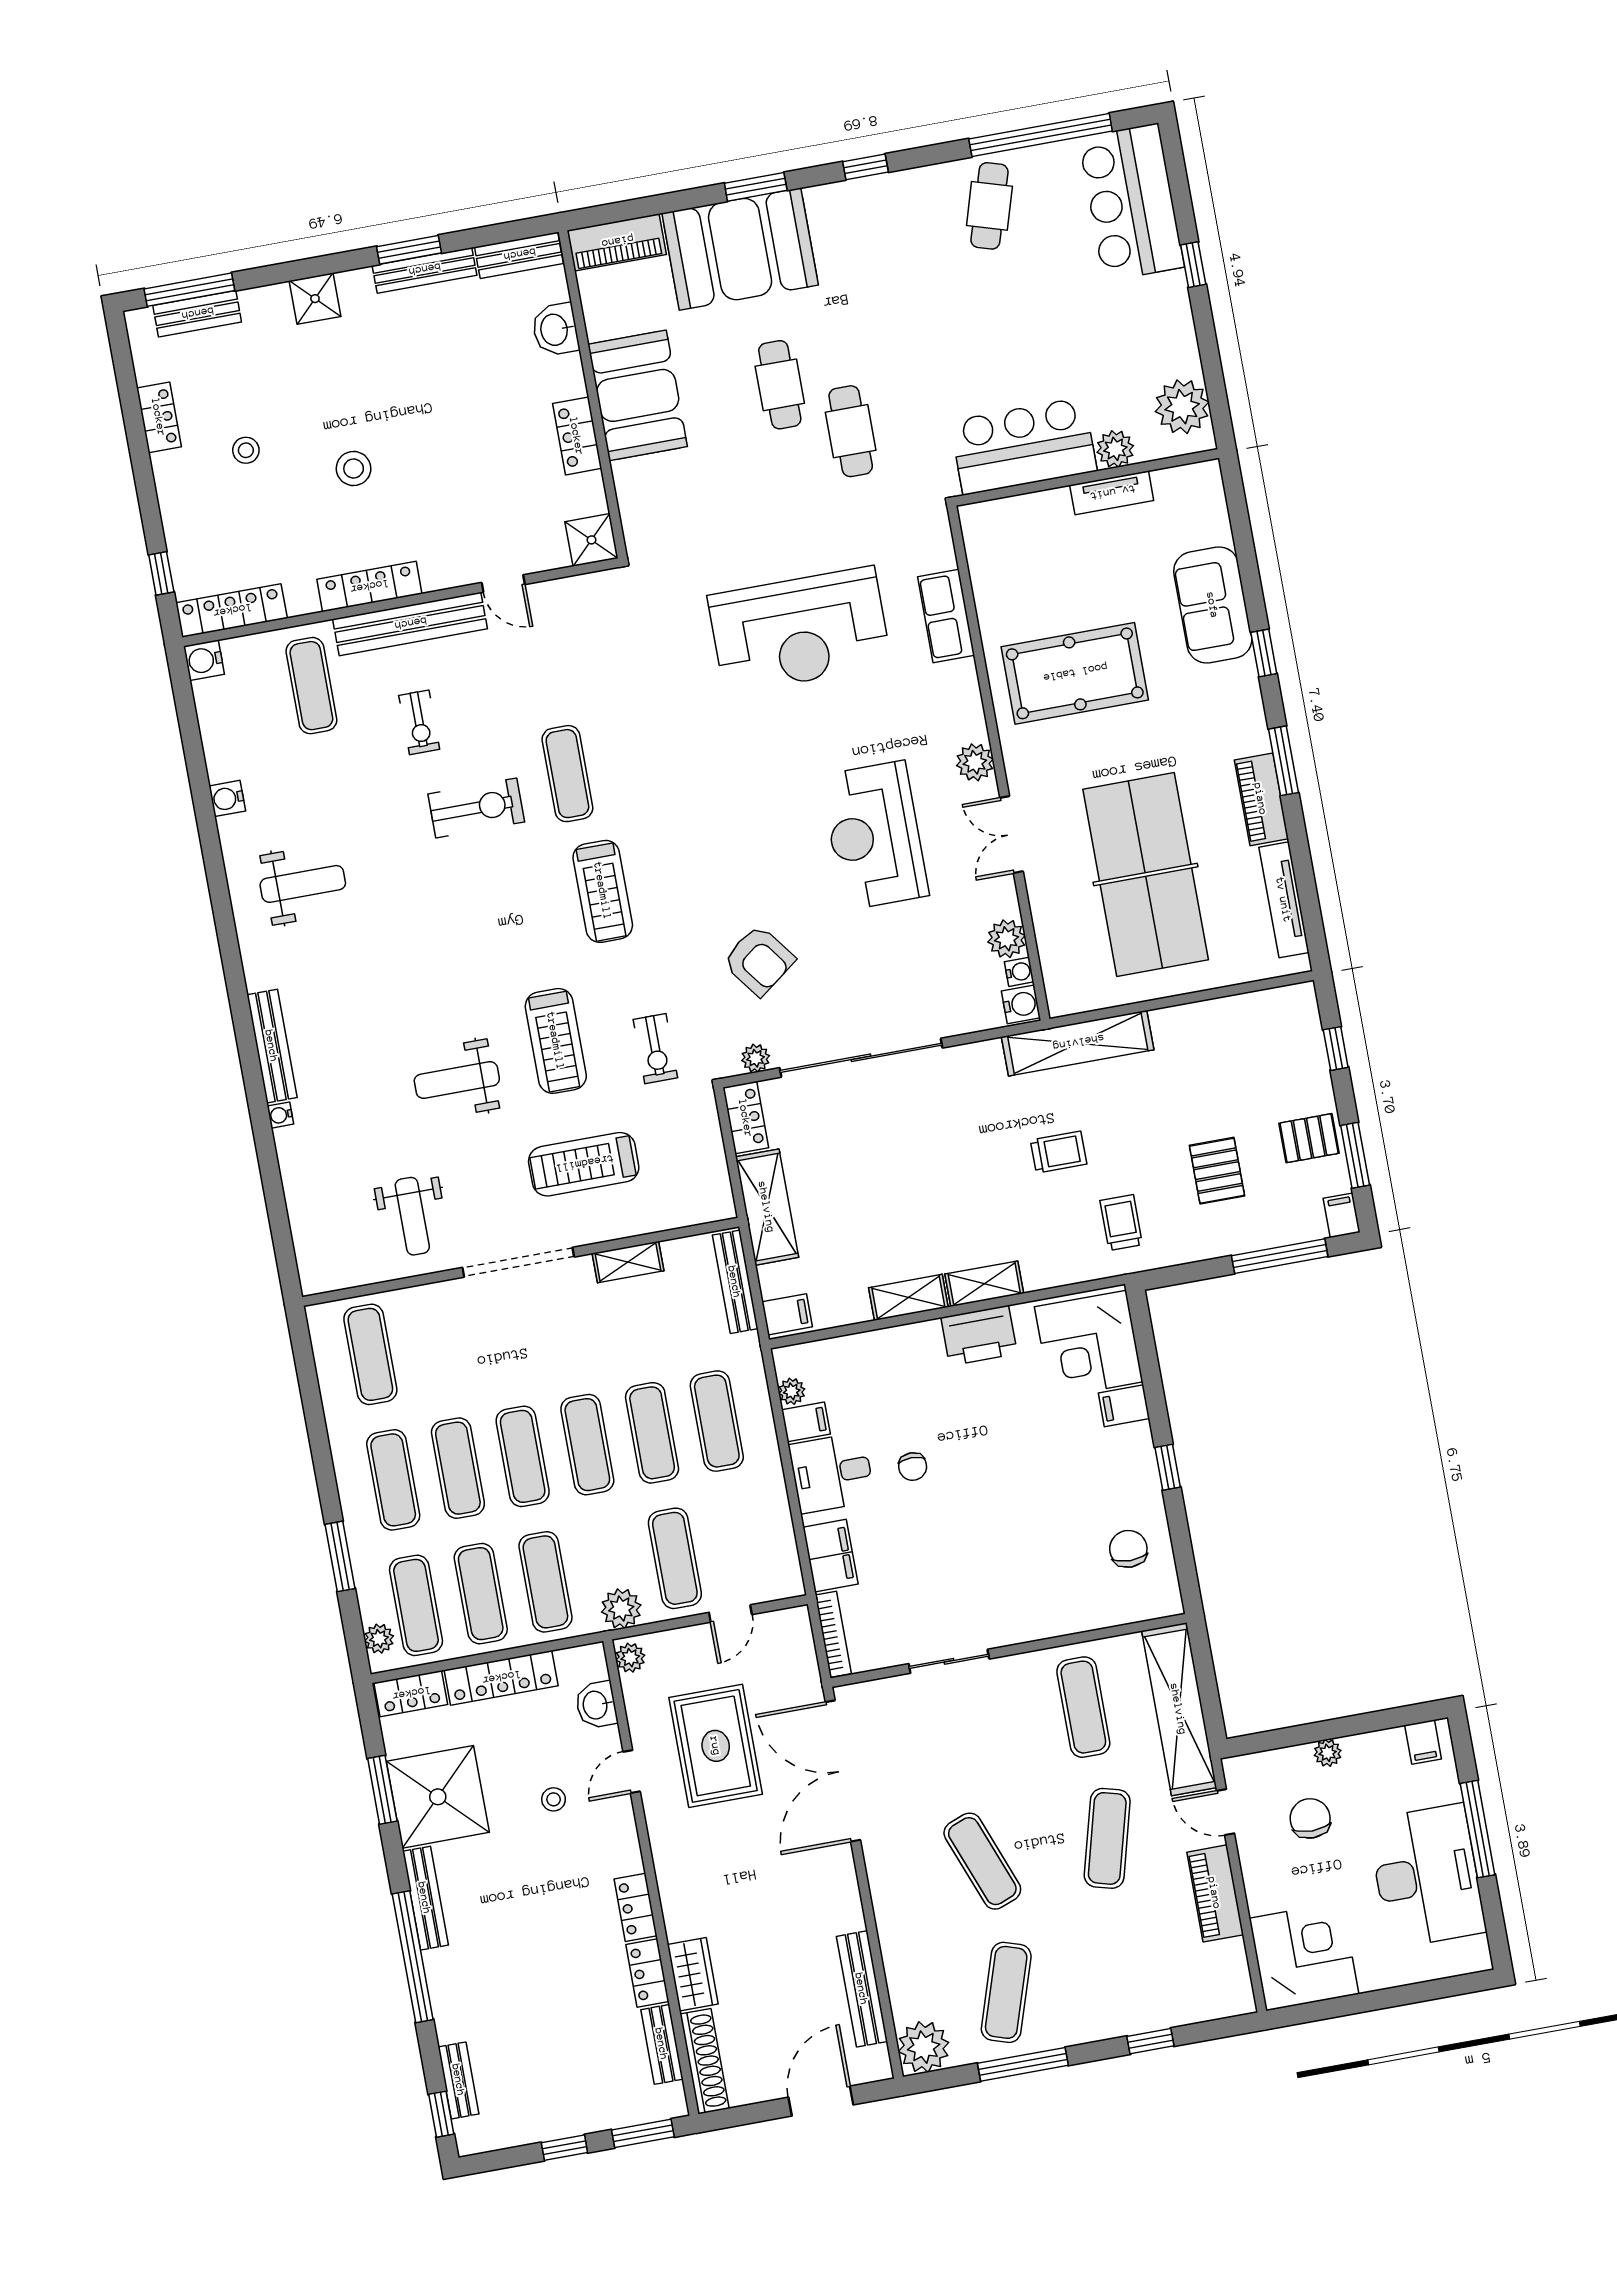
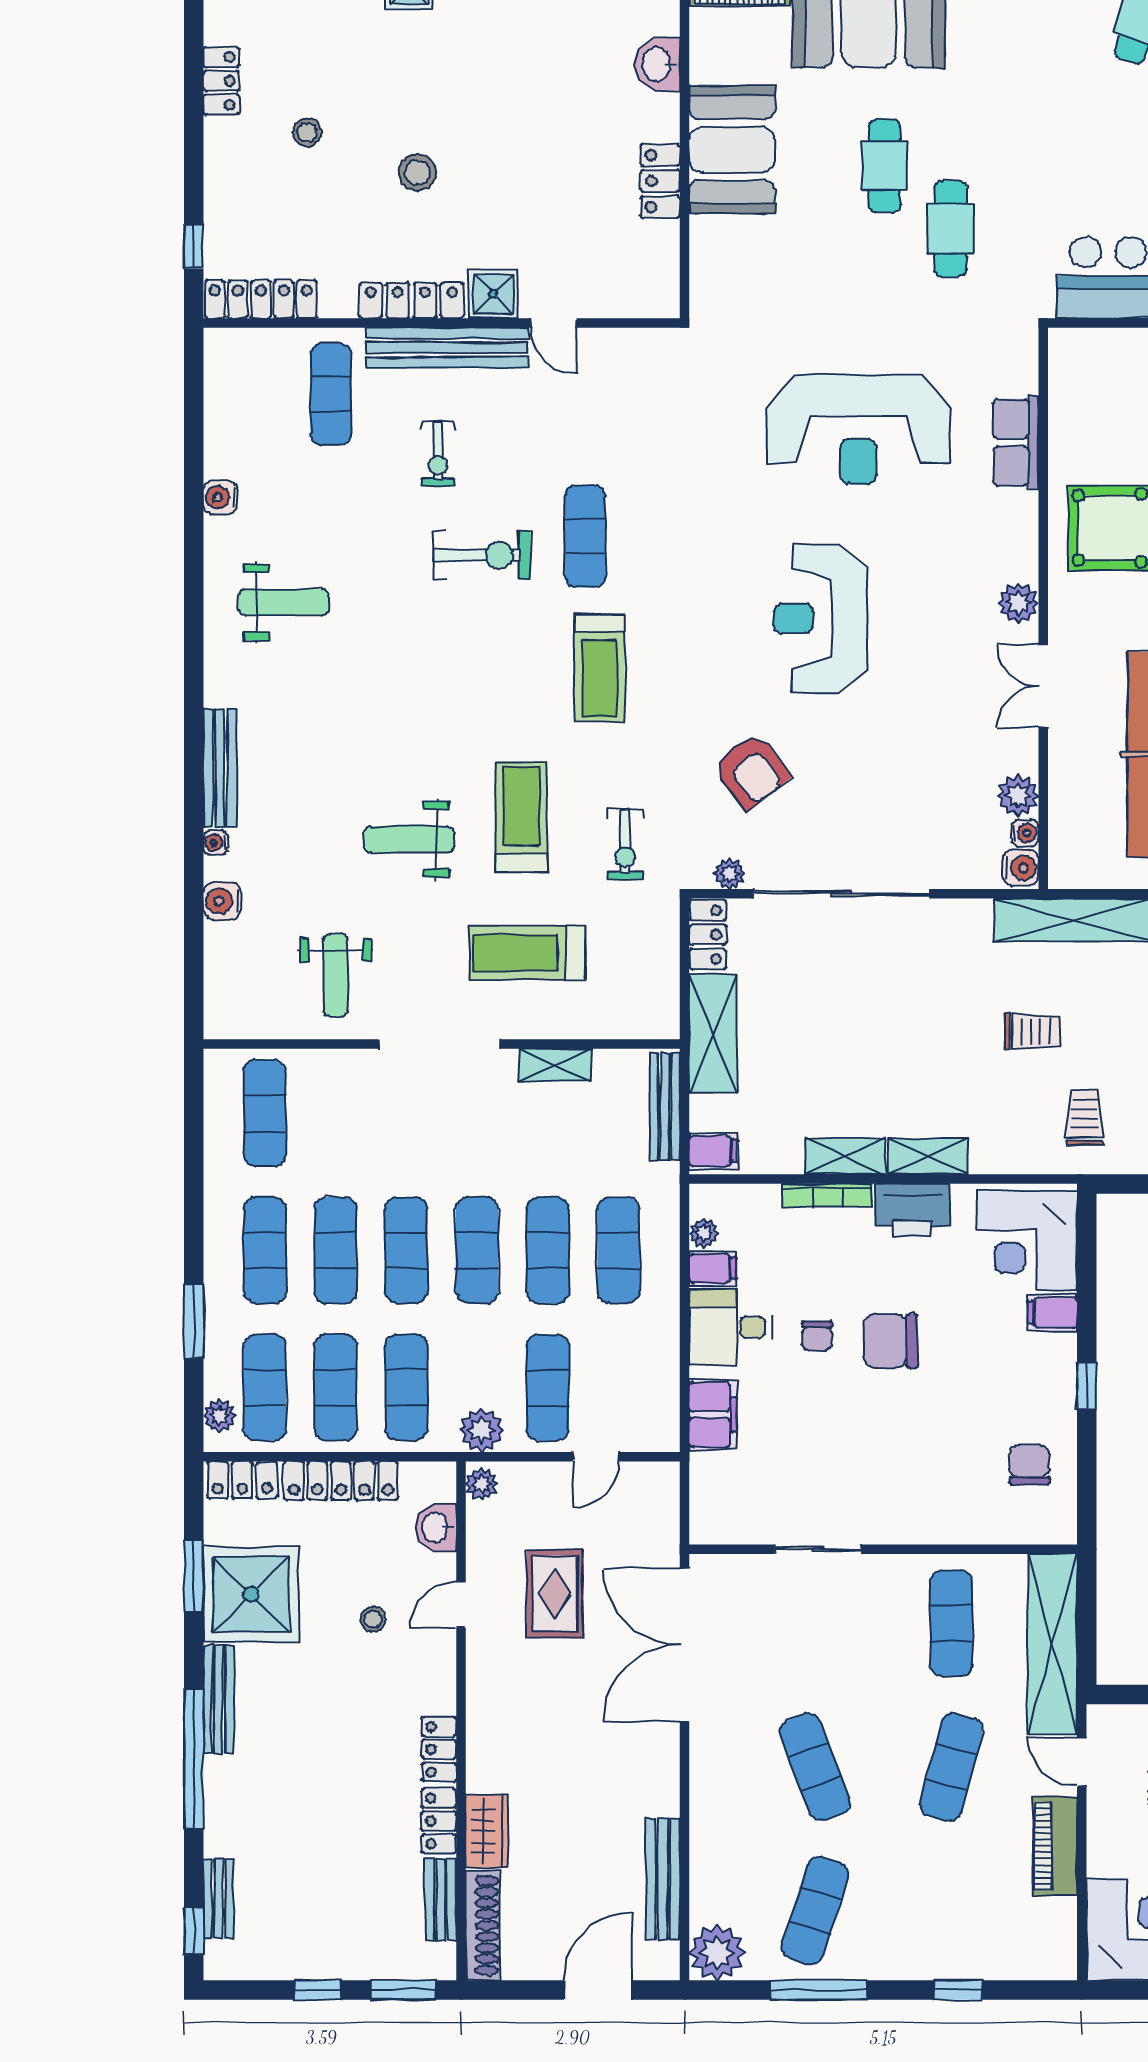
shower: (591, 540) -> (493, 294), moved
water cooler: (204, 660) -> (222, 901), moved
reception desk: (875, 835) -> (821, 618), moved
treadmill: (556, 1041) -> (521, 817), turned 180
chair: (981, 1459) -> (891, 1341), added
bookcase: (833, 1634) -> (827, 1195), moved, turned 90
rug: (716, 1746) -> (555, 1594), width x0.73, depth x0.70

